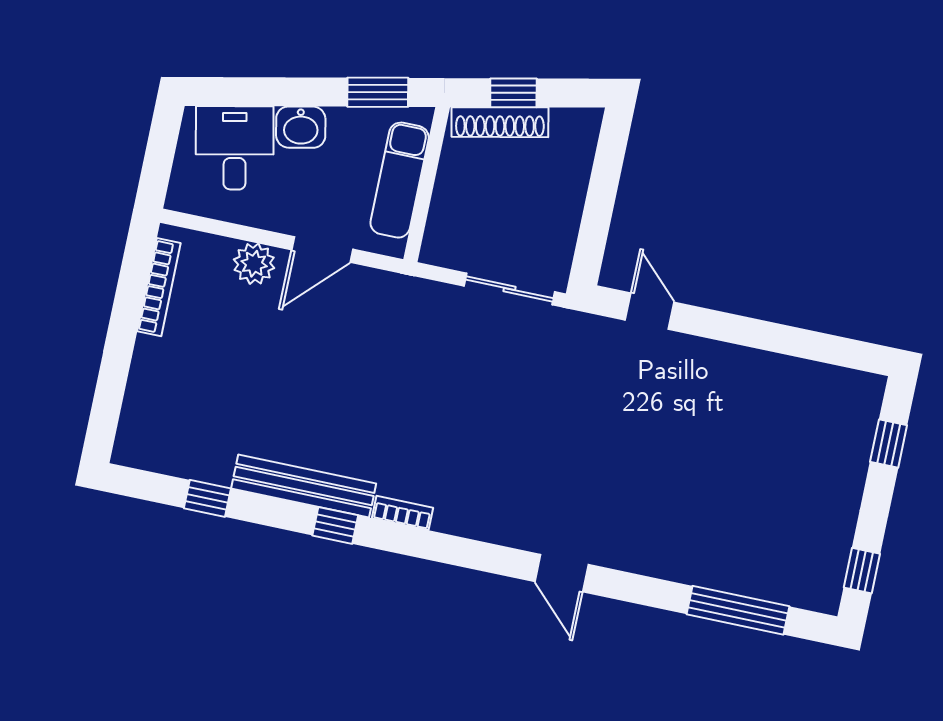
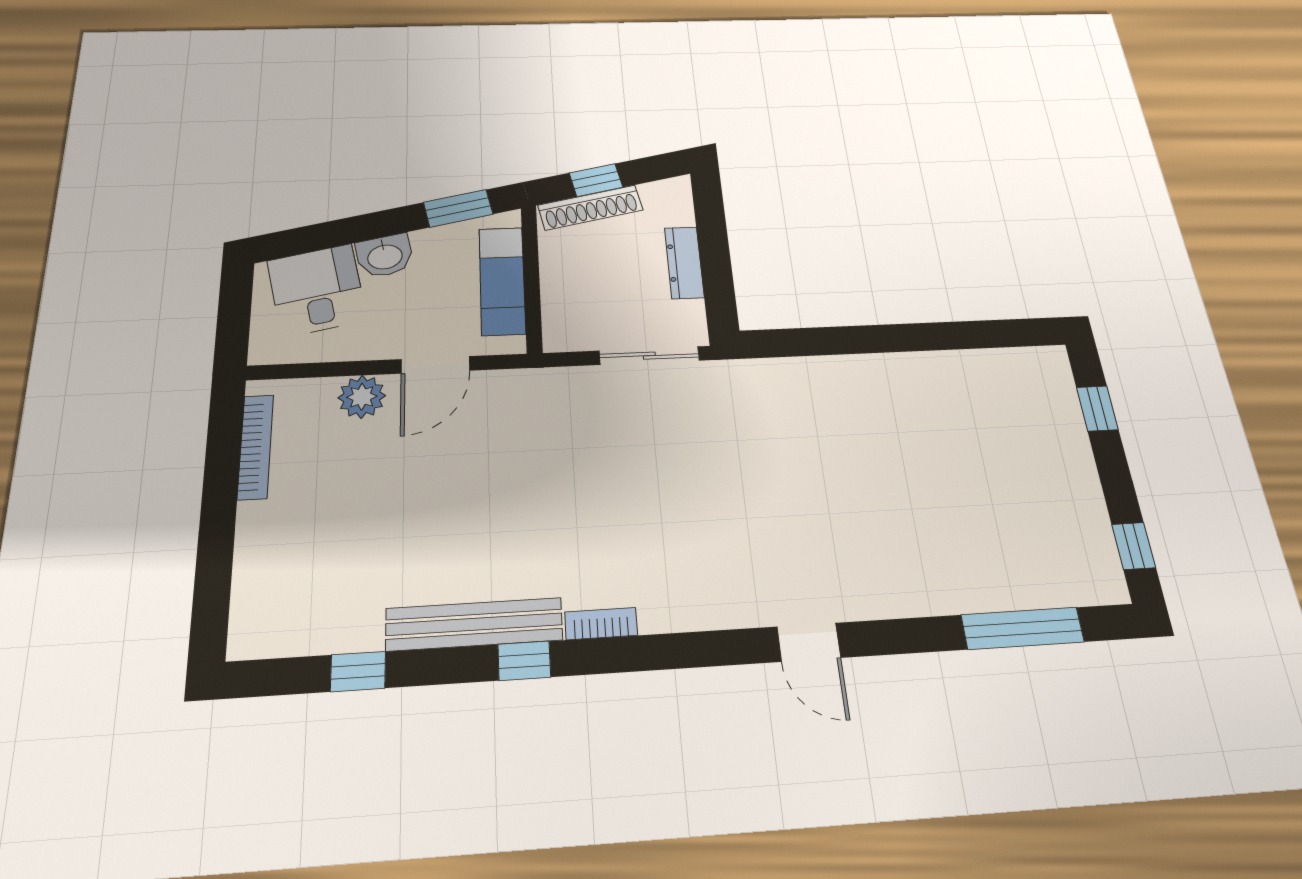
dresser: (569, 203) -> (684, 263), added
door: (650, 311) -> (802, 342), removed

